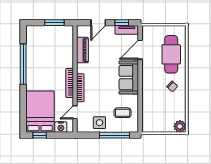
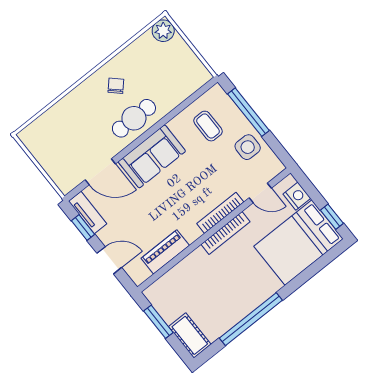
cot: (37, 32) -> (190, 335), added
cafe table: (171, 54) -> (134, 118), moved, width x0.73, depth x0.74

